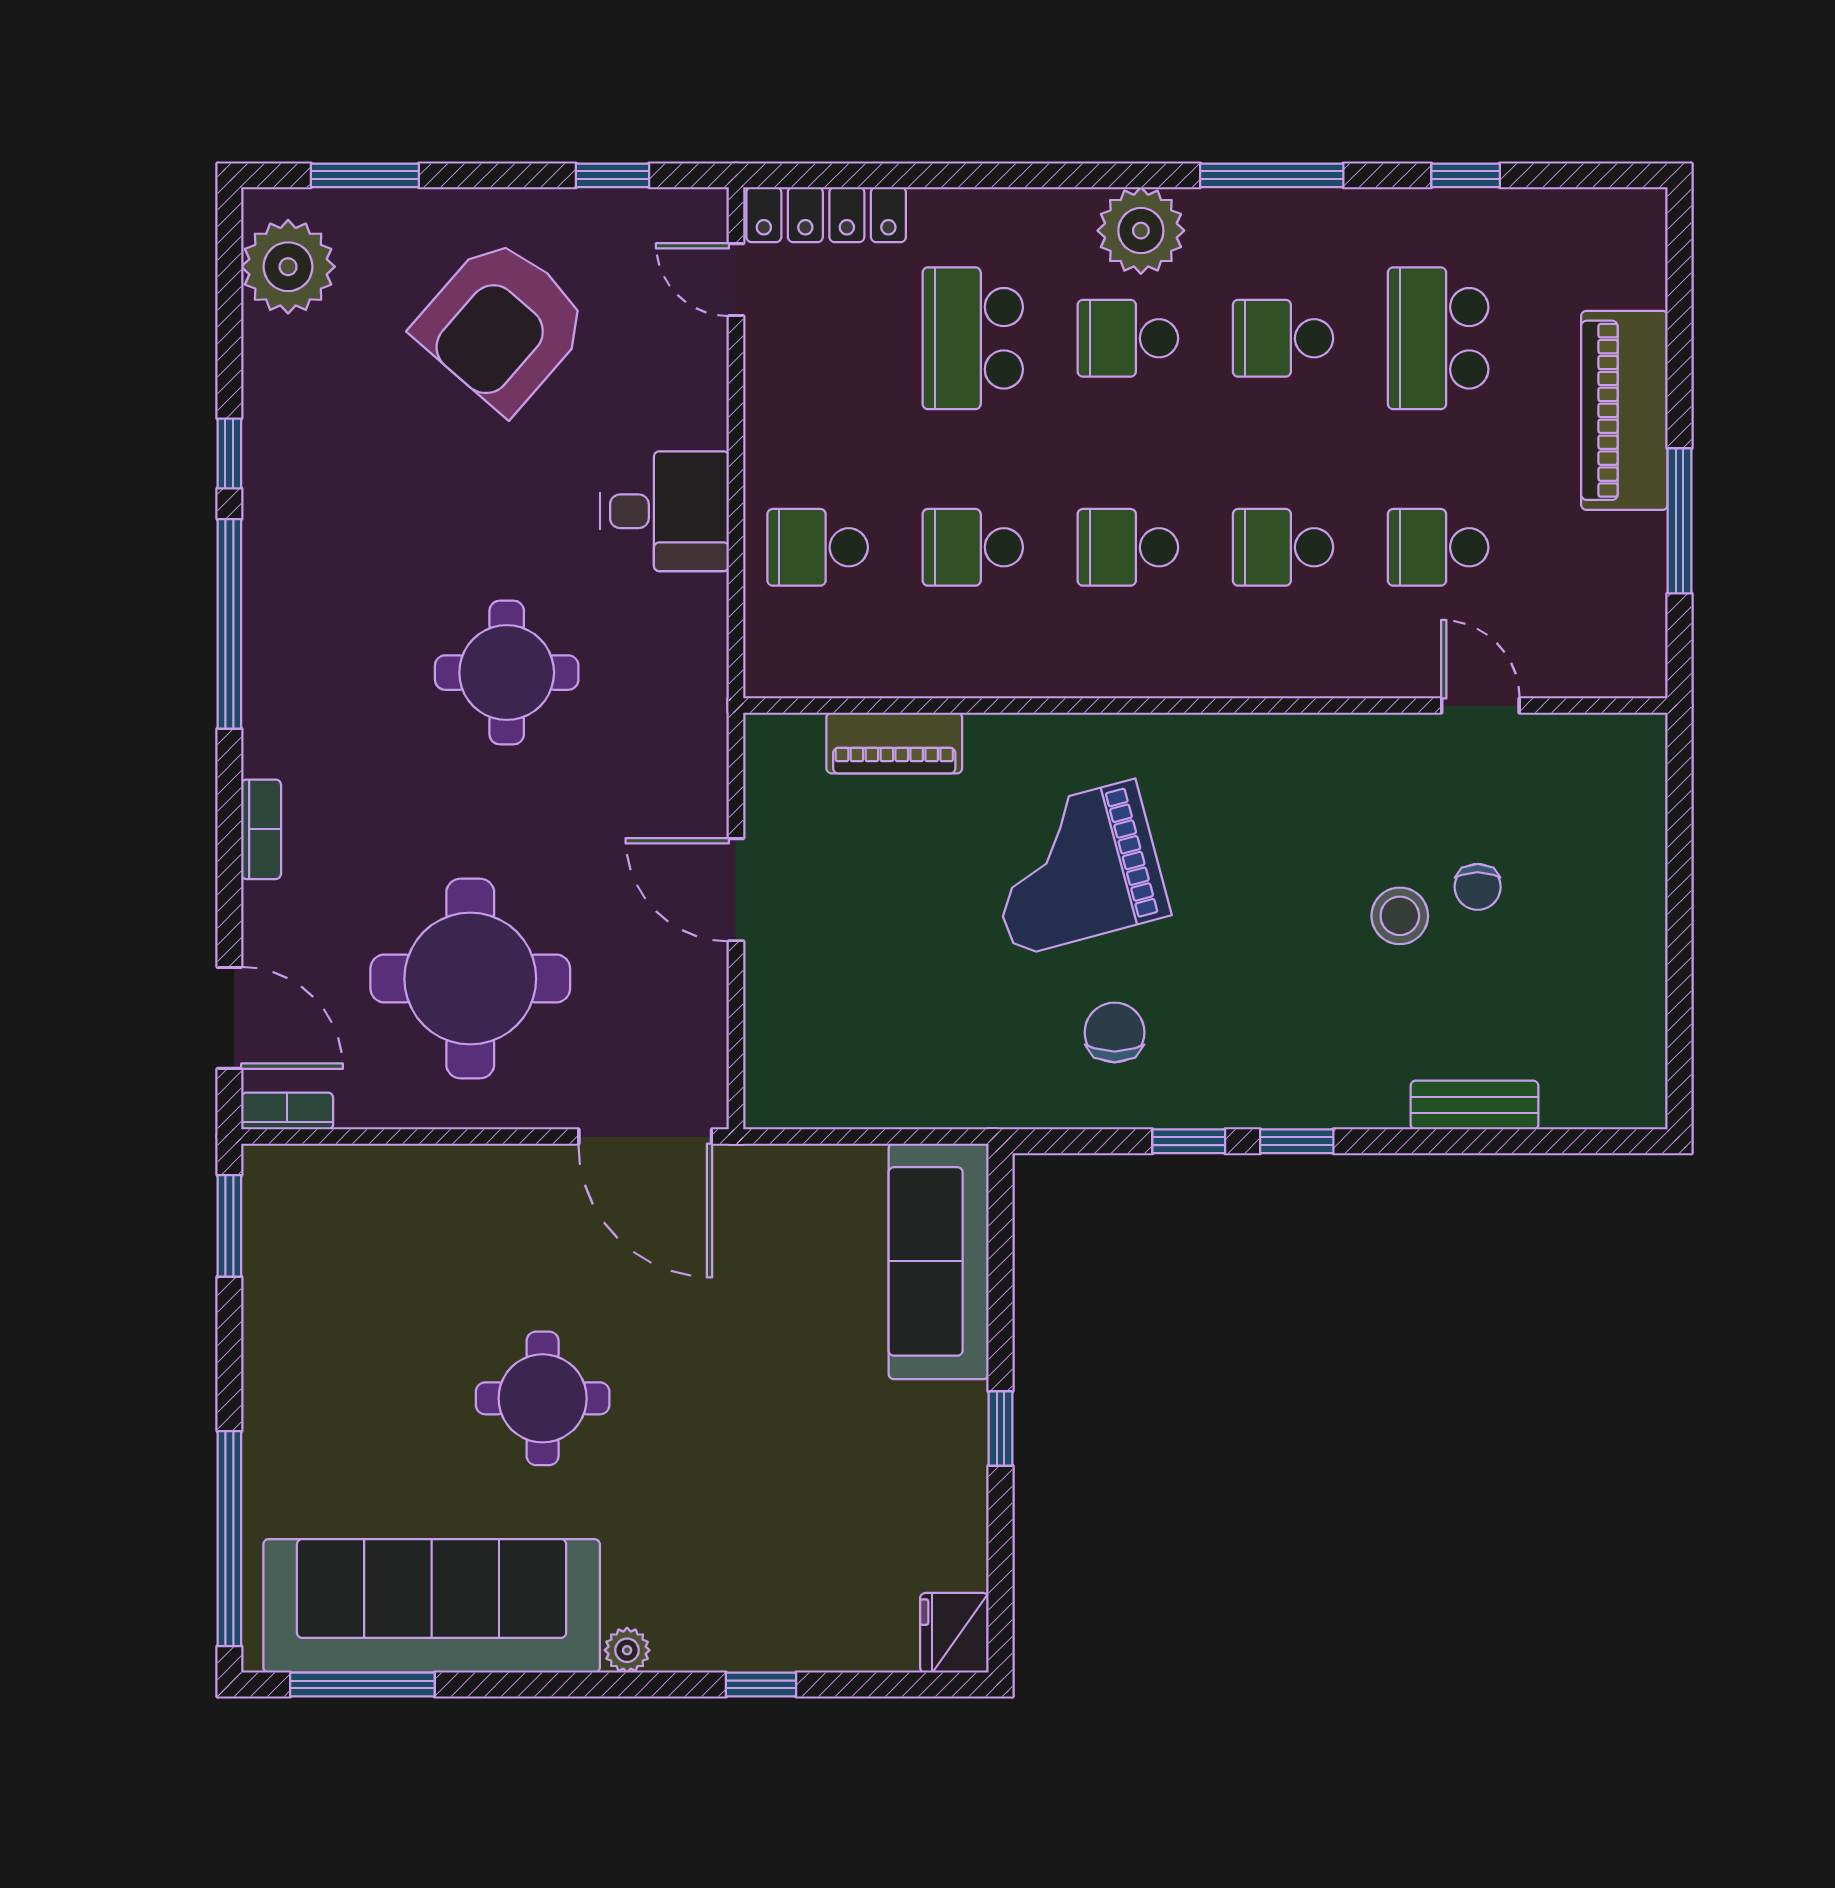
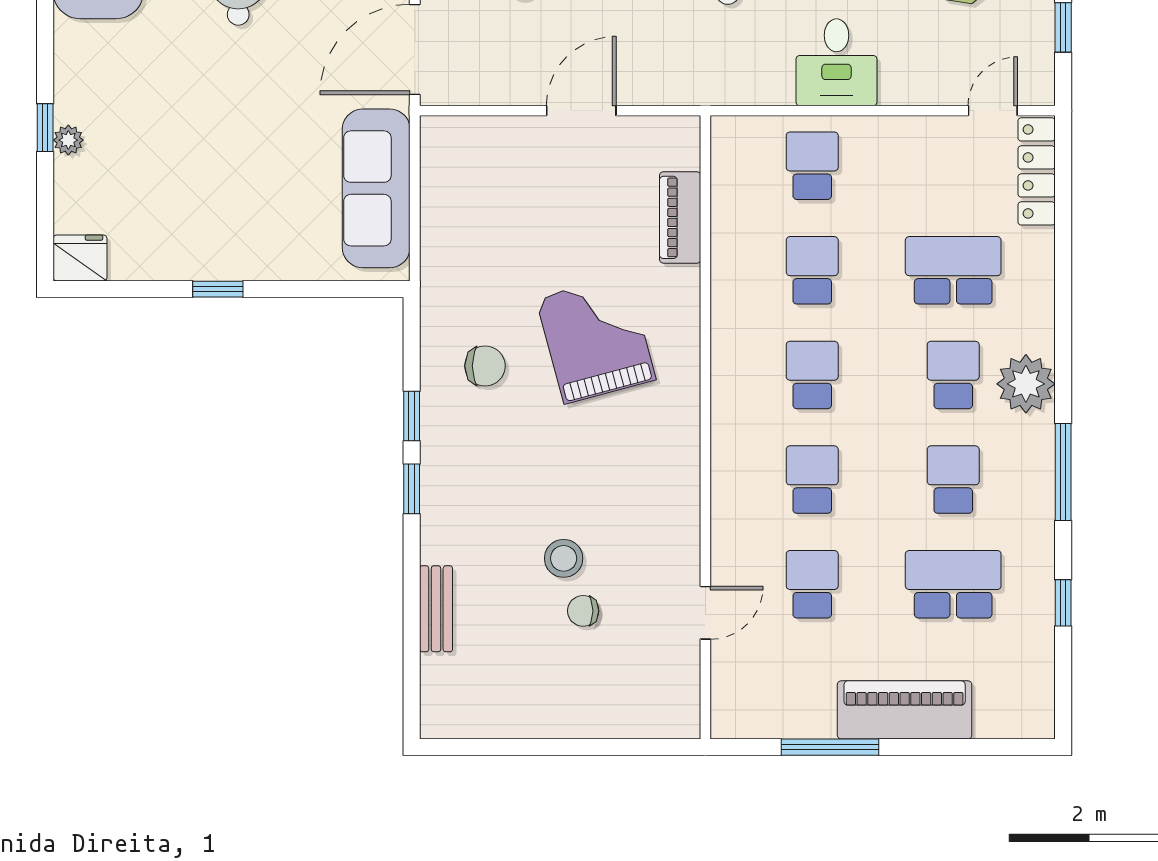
sofa: (939, 1261) -> (376, 188), moved, turned -90
plant: (627, 1650) -> (68, 140), moved

